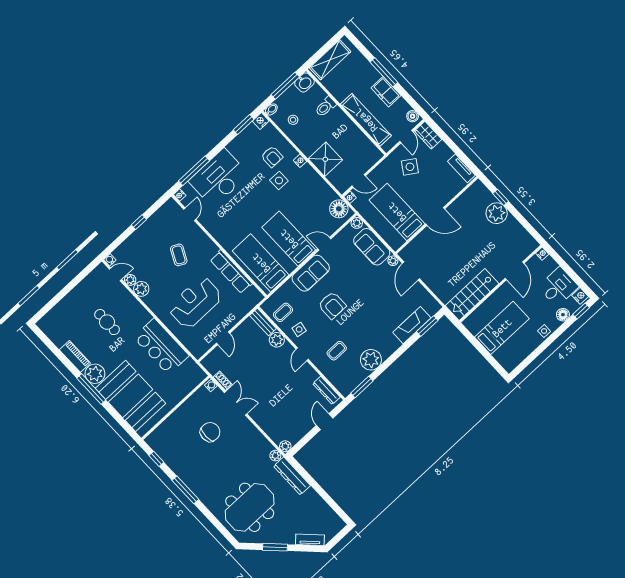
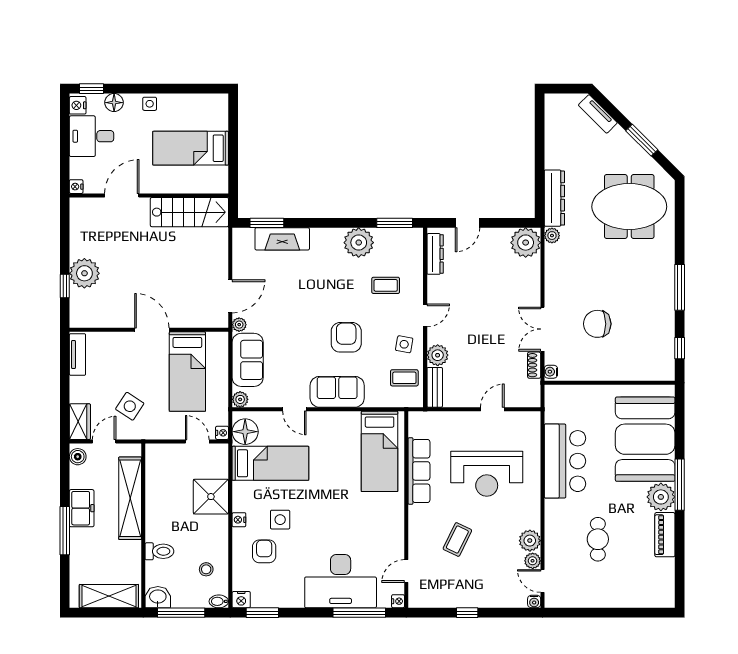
bed: (289, 239) -> (270, 463), moved, turned -90
plant: (285, 446) -> (526, 243), width x1.88, depth x1.88

